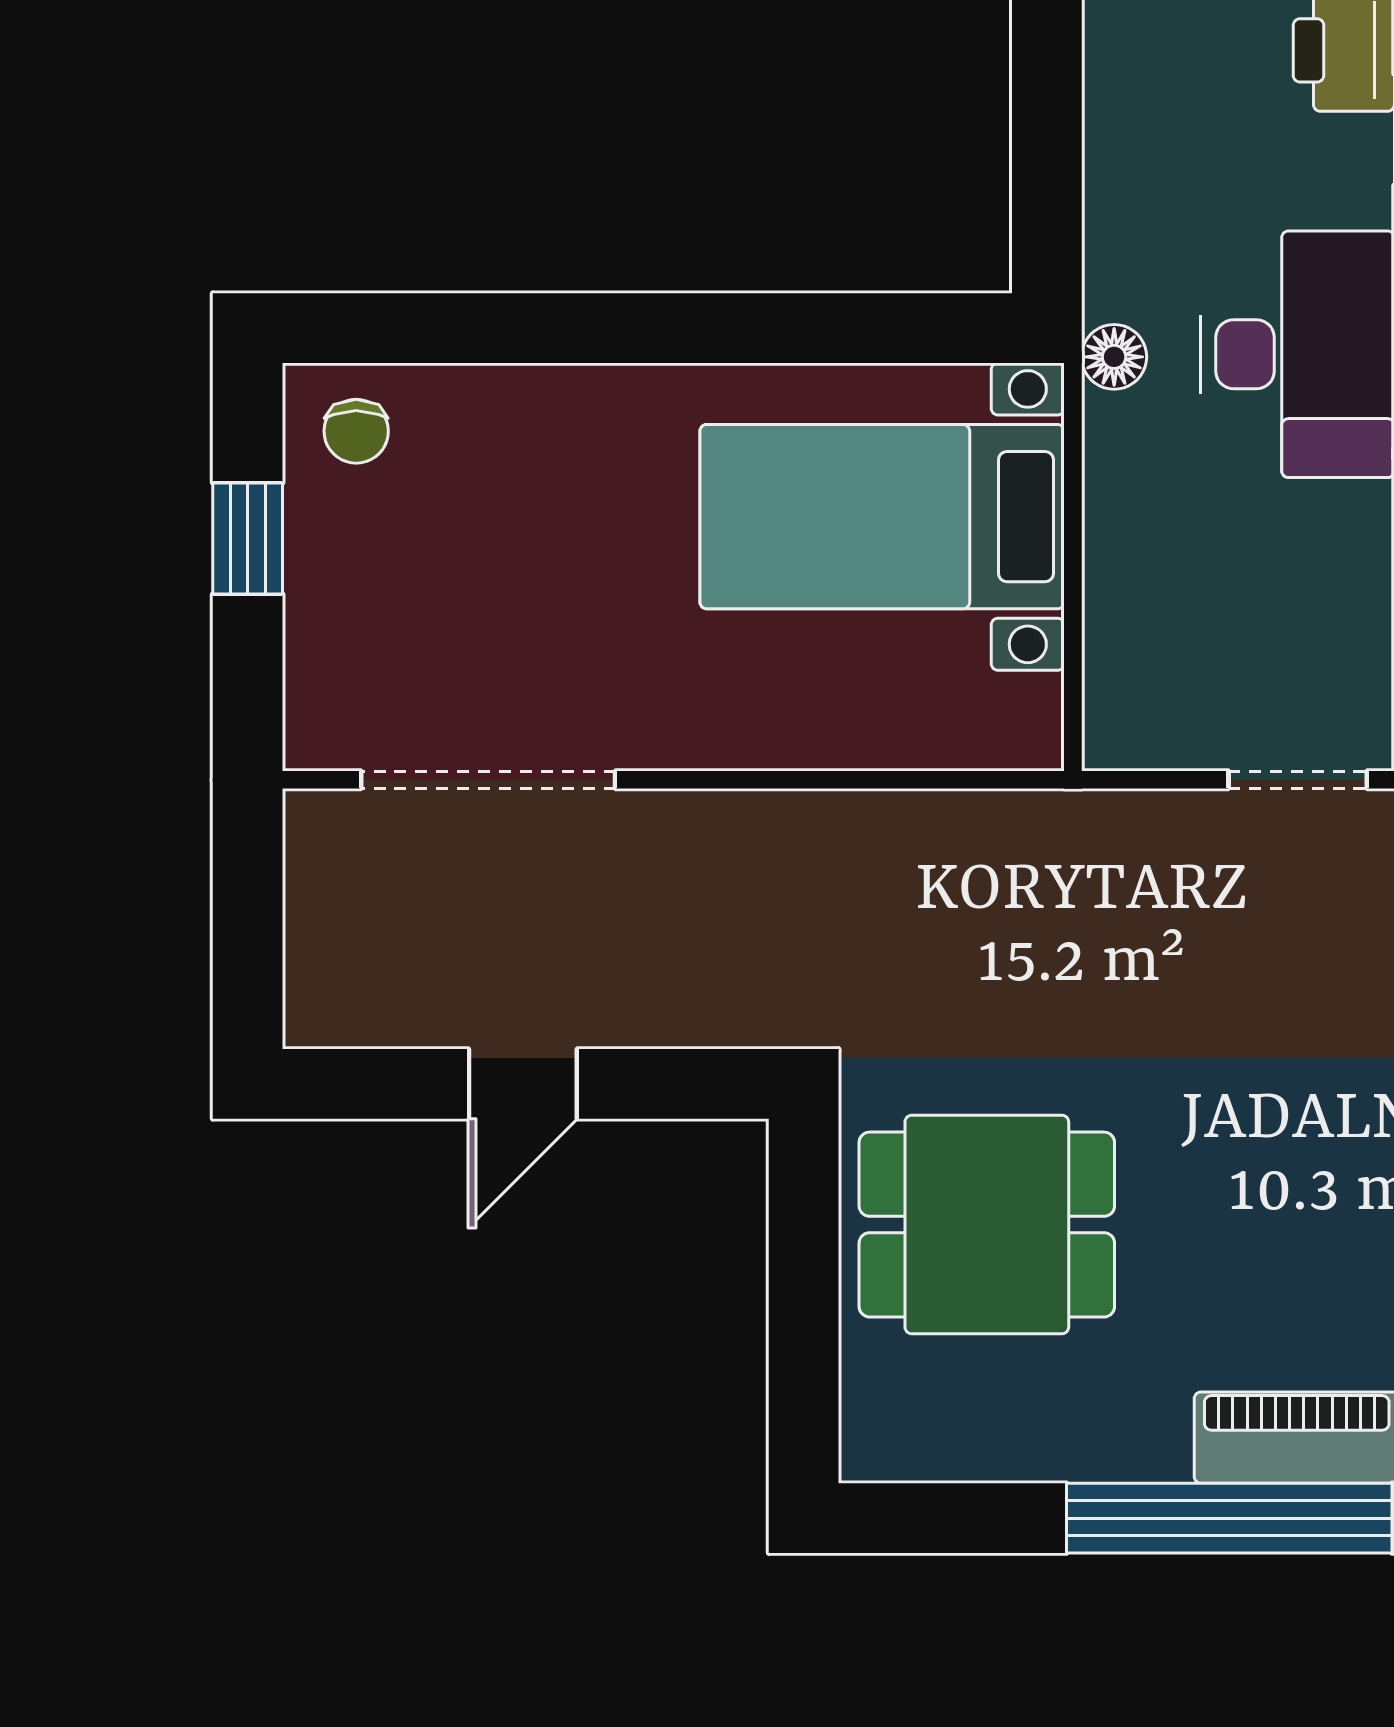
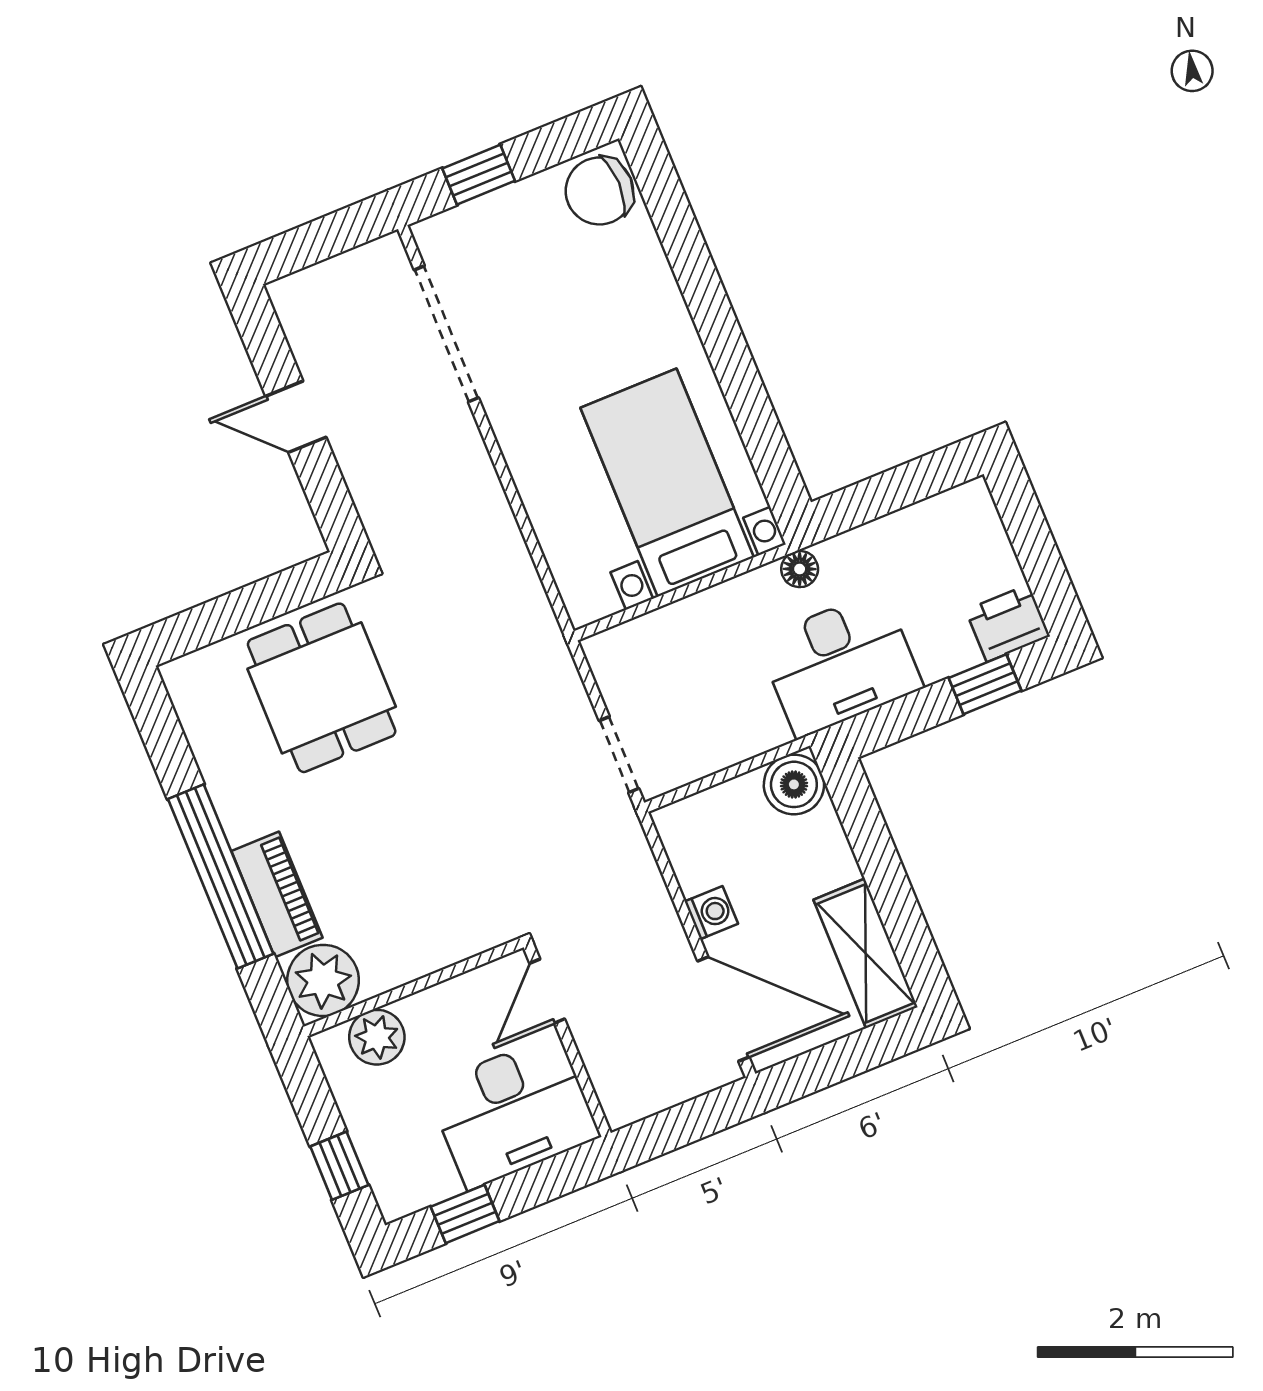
chair: (356, 431) -> (599, 191), width x1.87, depth x1.87
window: (248, 538) -> (479, 175), moved

